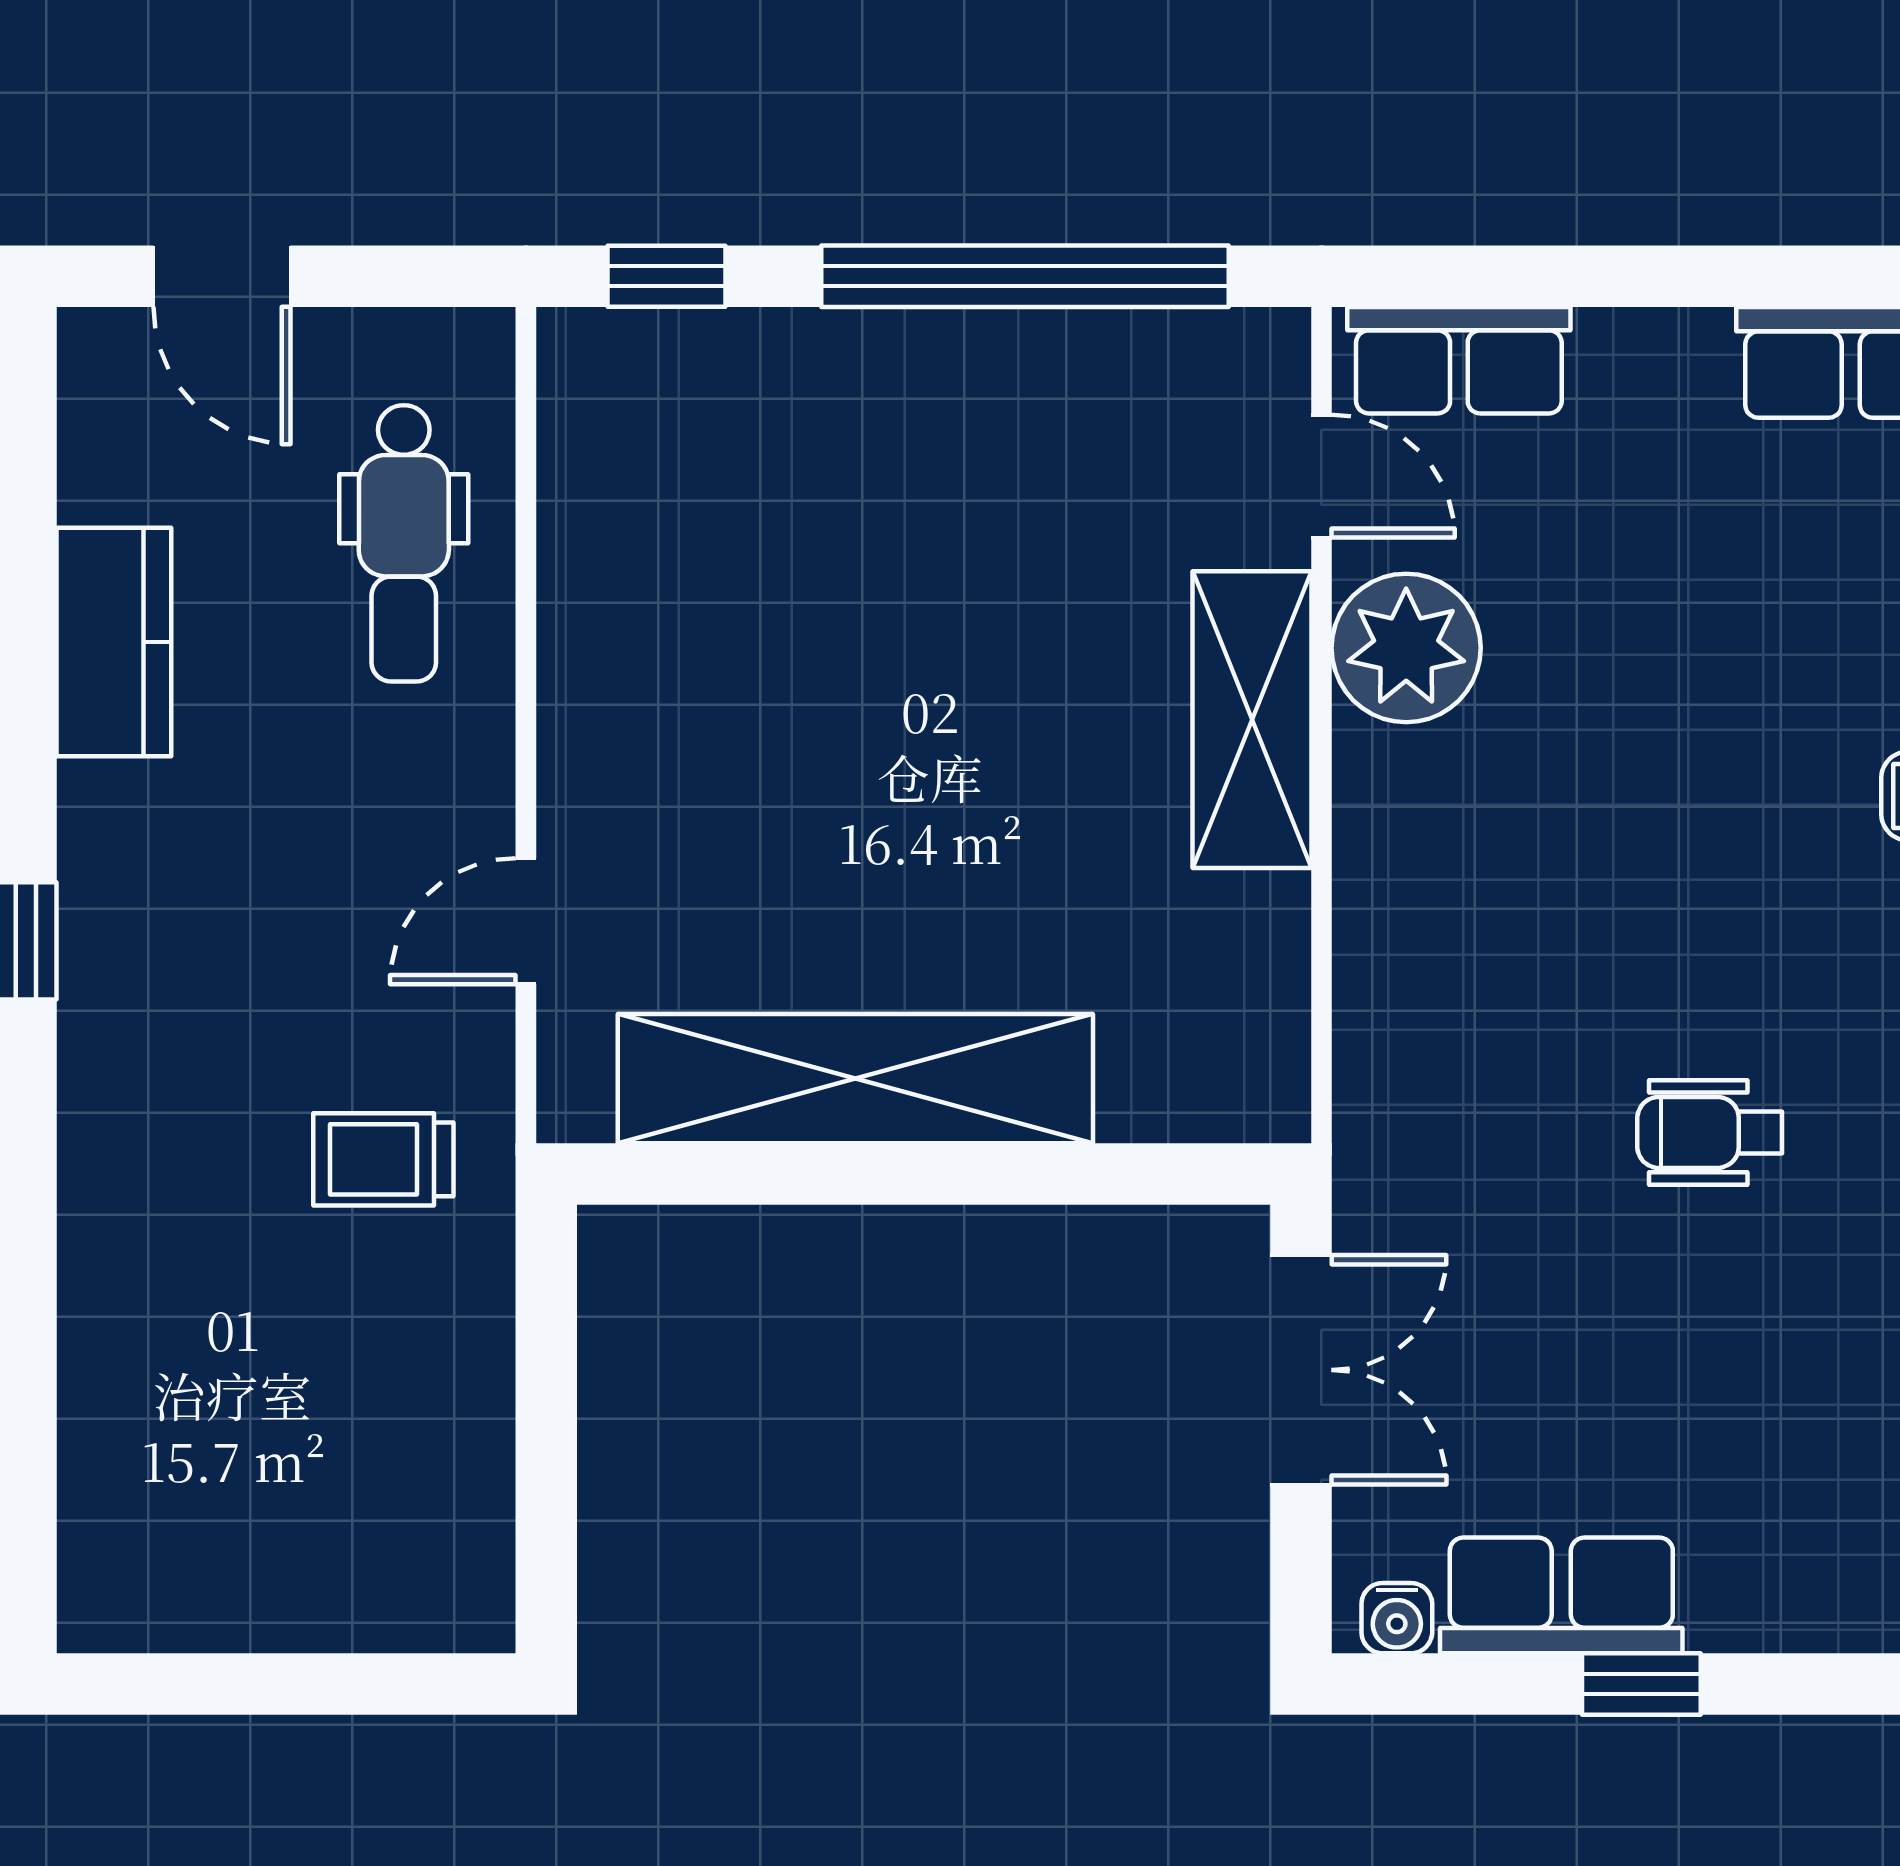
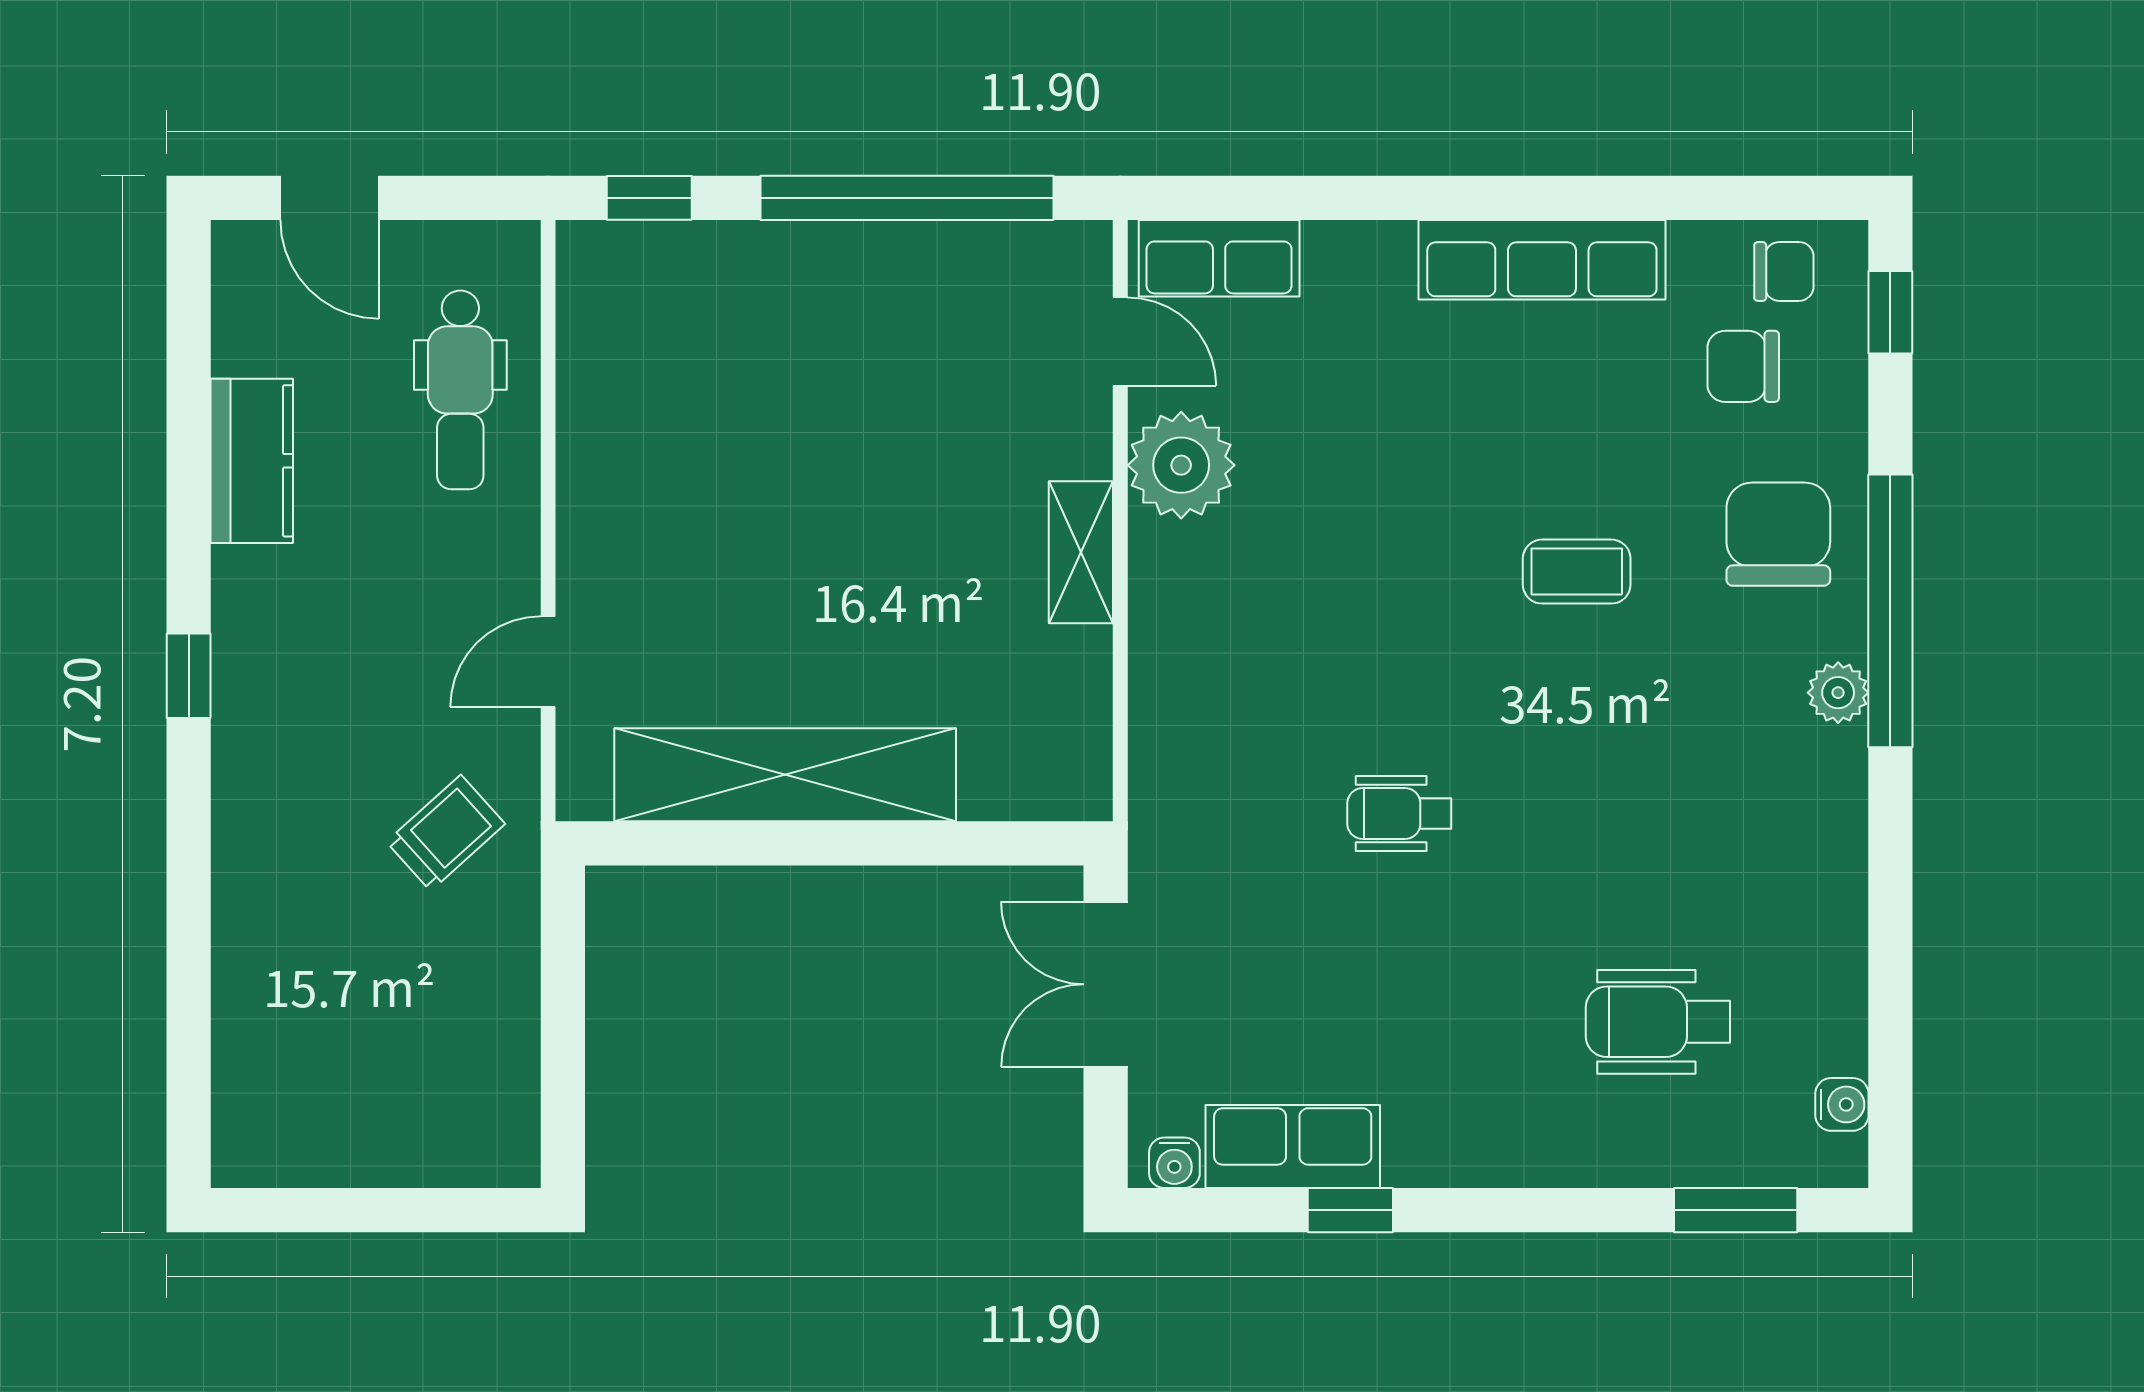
shelving: (1252, 720) -> (1081, 552), width x0.67, depth x0.75
trolley: (383, 1159) -> (446, 833), turned 138
double door: (1301, 1370) -> (1106, 984), swing flipped

